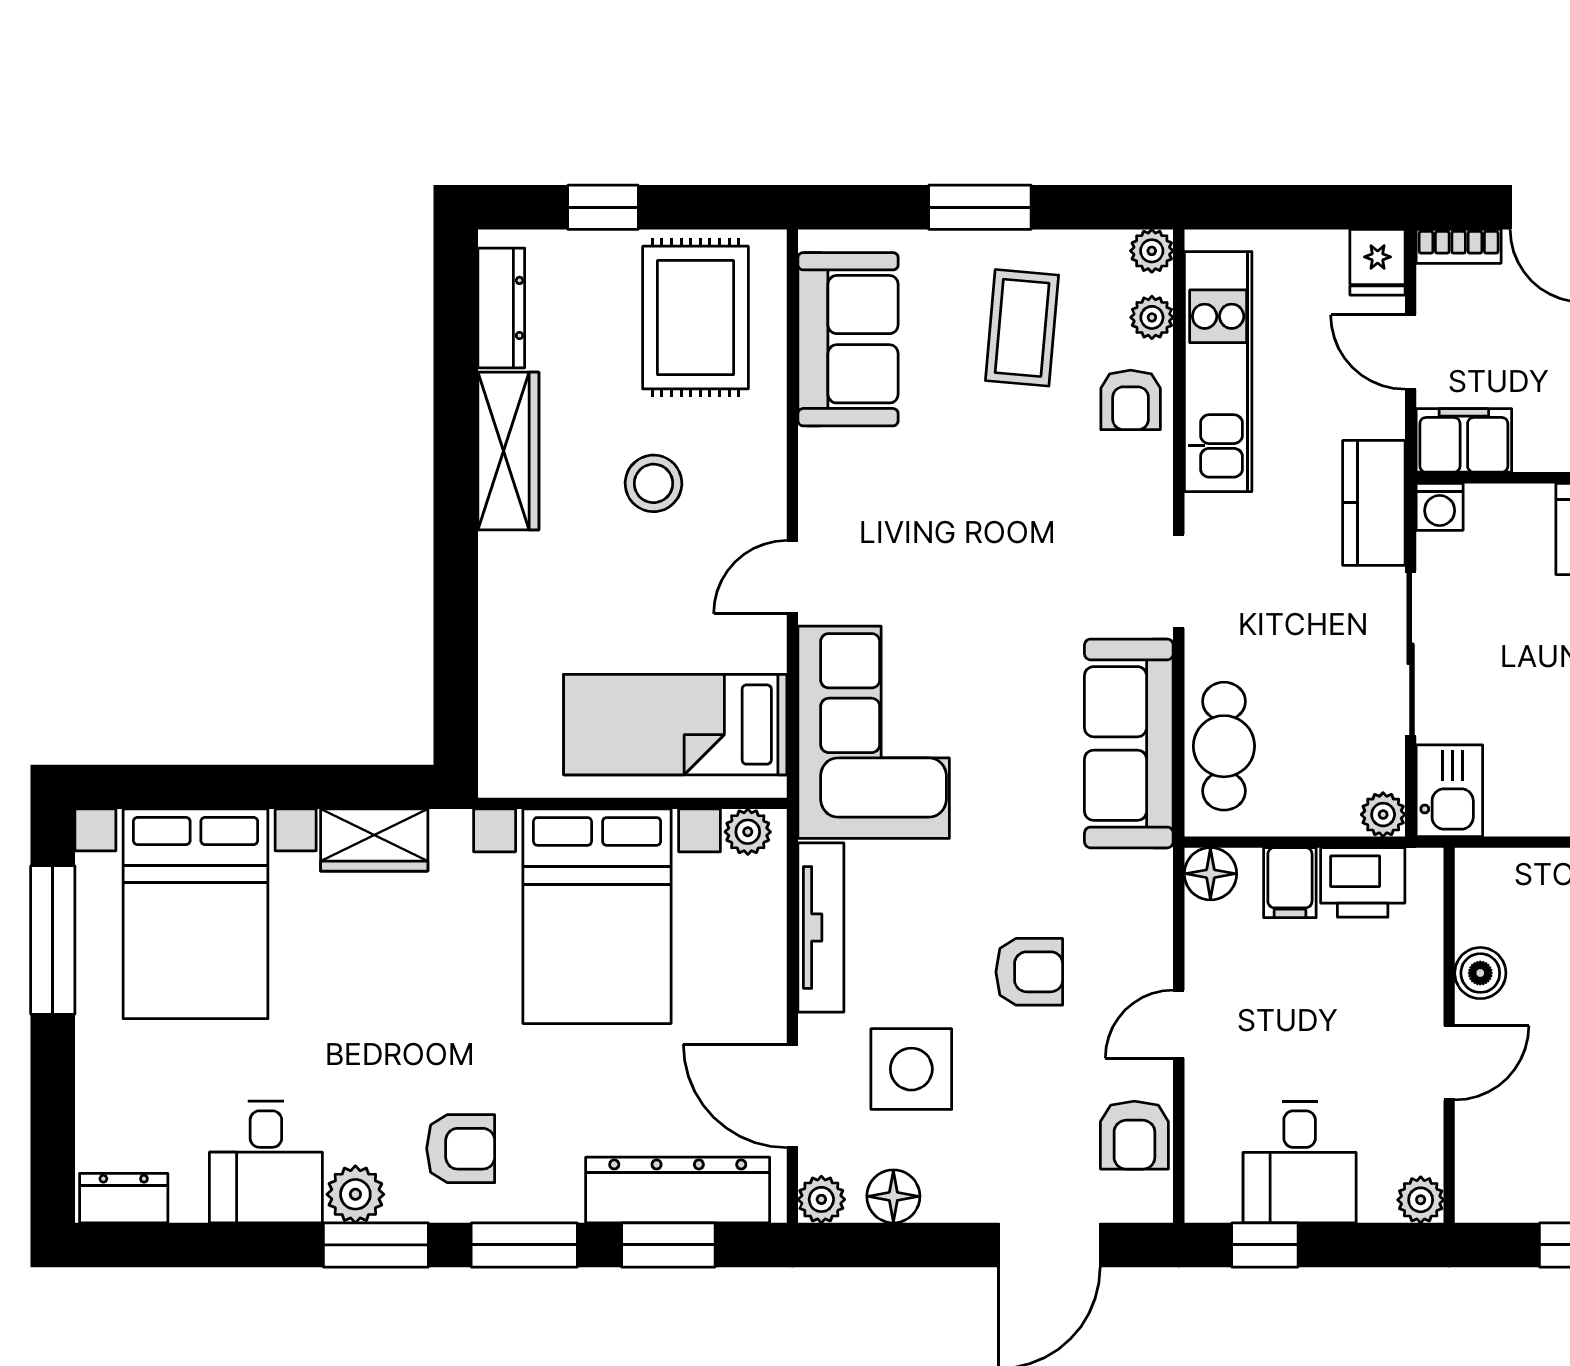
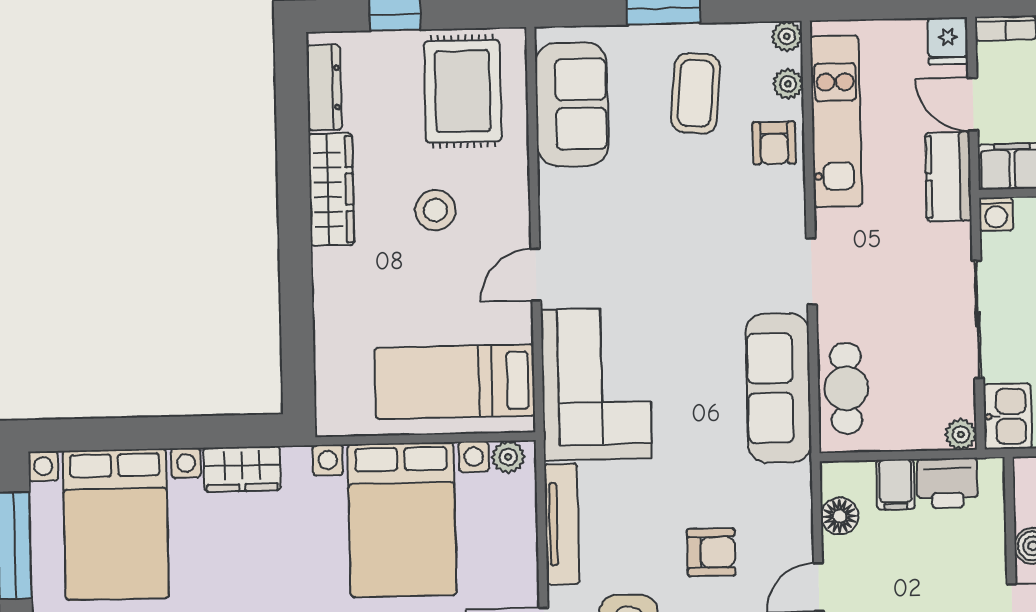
kitchen counter: (1374, 503) -> (948, 176), moved
floor lamp: (1210, 874) -> (840, 516), moved

